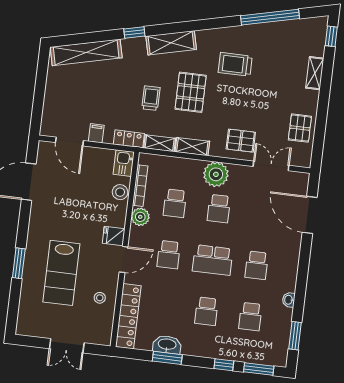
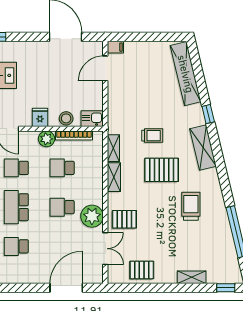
filing cabinet: (96, 133) -> (115, 47), moved
locker: (129, 139) -> (114, 120), removed
pallet: (241, 141) -> (124, 219), turned 90
plant: (216, 174) -> (92, 216), moved
fridge: (114, 236) -> (40, 117), moved

